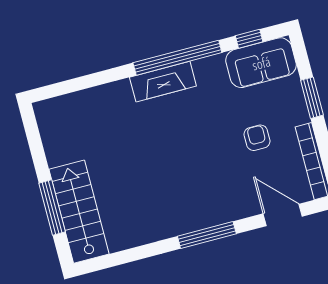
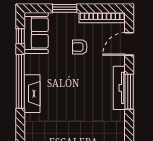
tv unit: (209, 218) -> (119, 88), added

